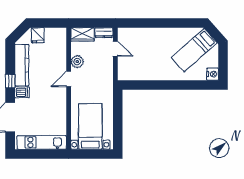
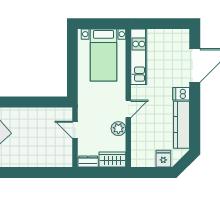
door: (115, 49) -> (75, 130), moved
window: (10, 81) -> (195, 106), removed
kitchen unit: (42, 142) -> (139, 57), moved, turned -90

